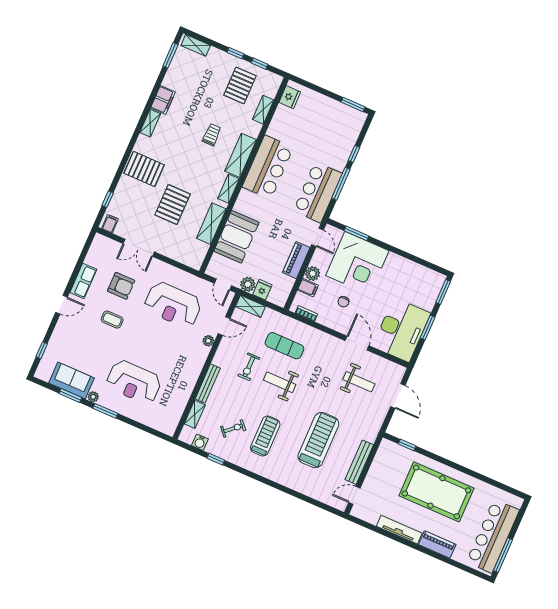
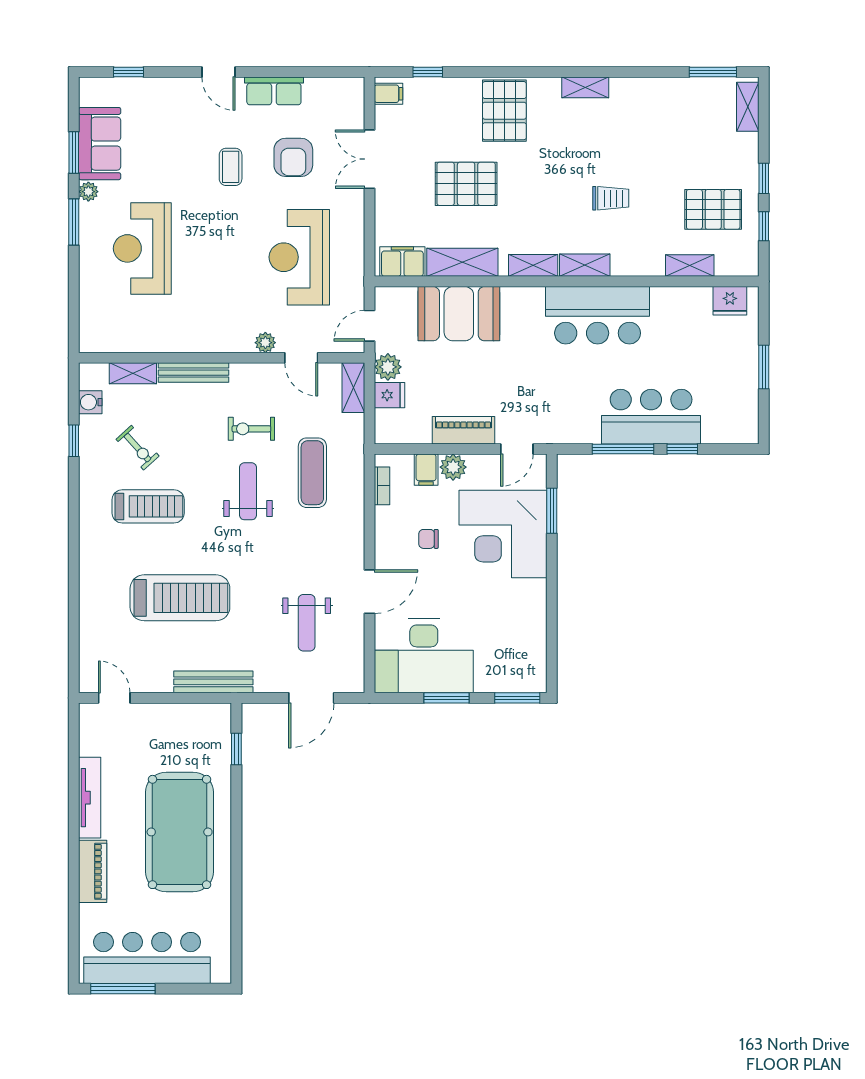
filing cabinet: (163, 100) -> (402, 262), moved, turned 180
window: (353, 104) -> (764, 367), moved
shelving: (241, 155) -> (585, 265), width x0.67, depth x0.75
bar counter: (318, 192) -> (651, 417), moved
bench: (359, 462) -> (213, 682), moved

